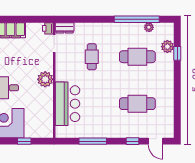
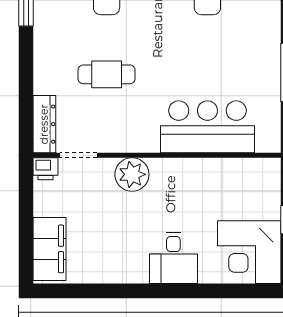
dresser: (65, 28) -> (44, 124), width x1.44
plant: (45, 79) -> (132, 174), moved

